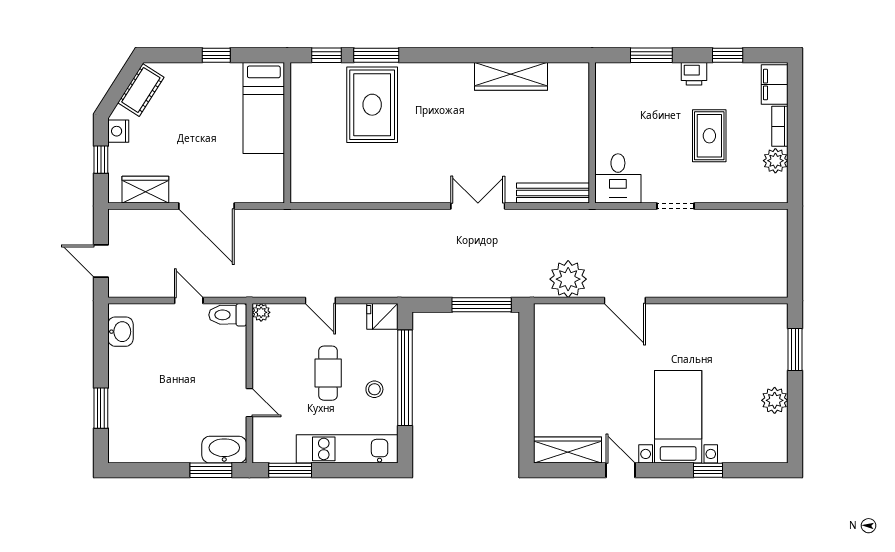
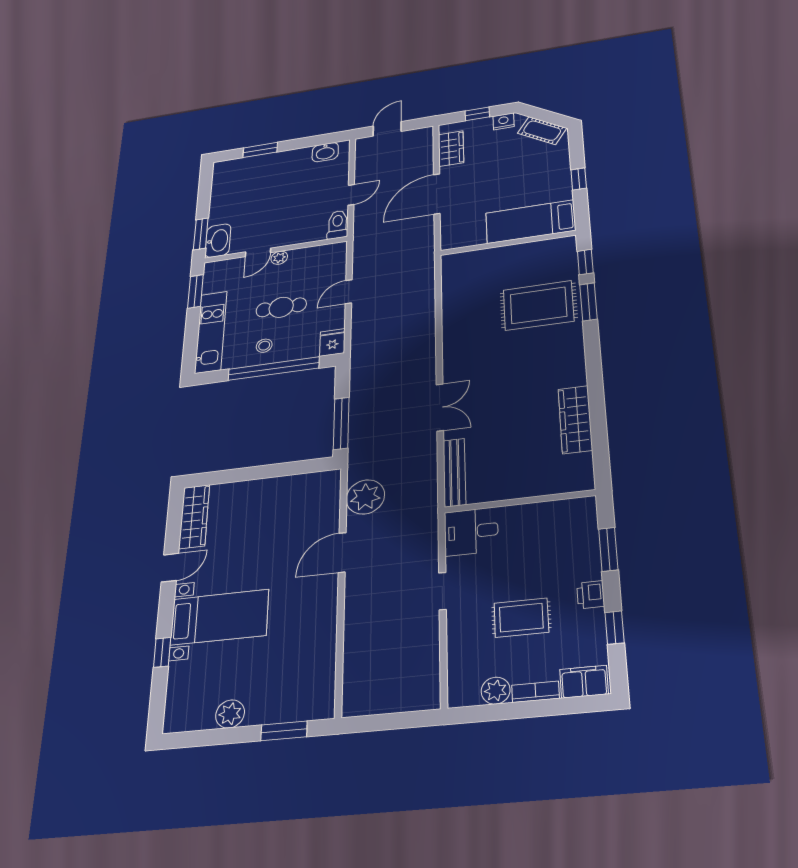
plant: (261, 312) -> (279, 258), moved

